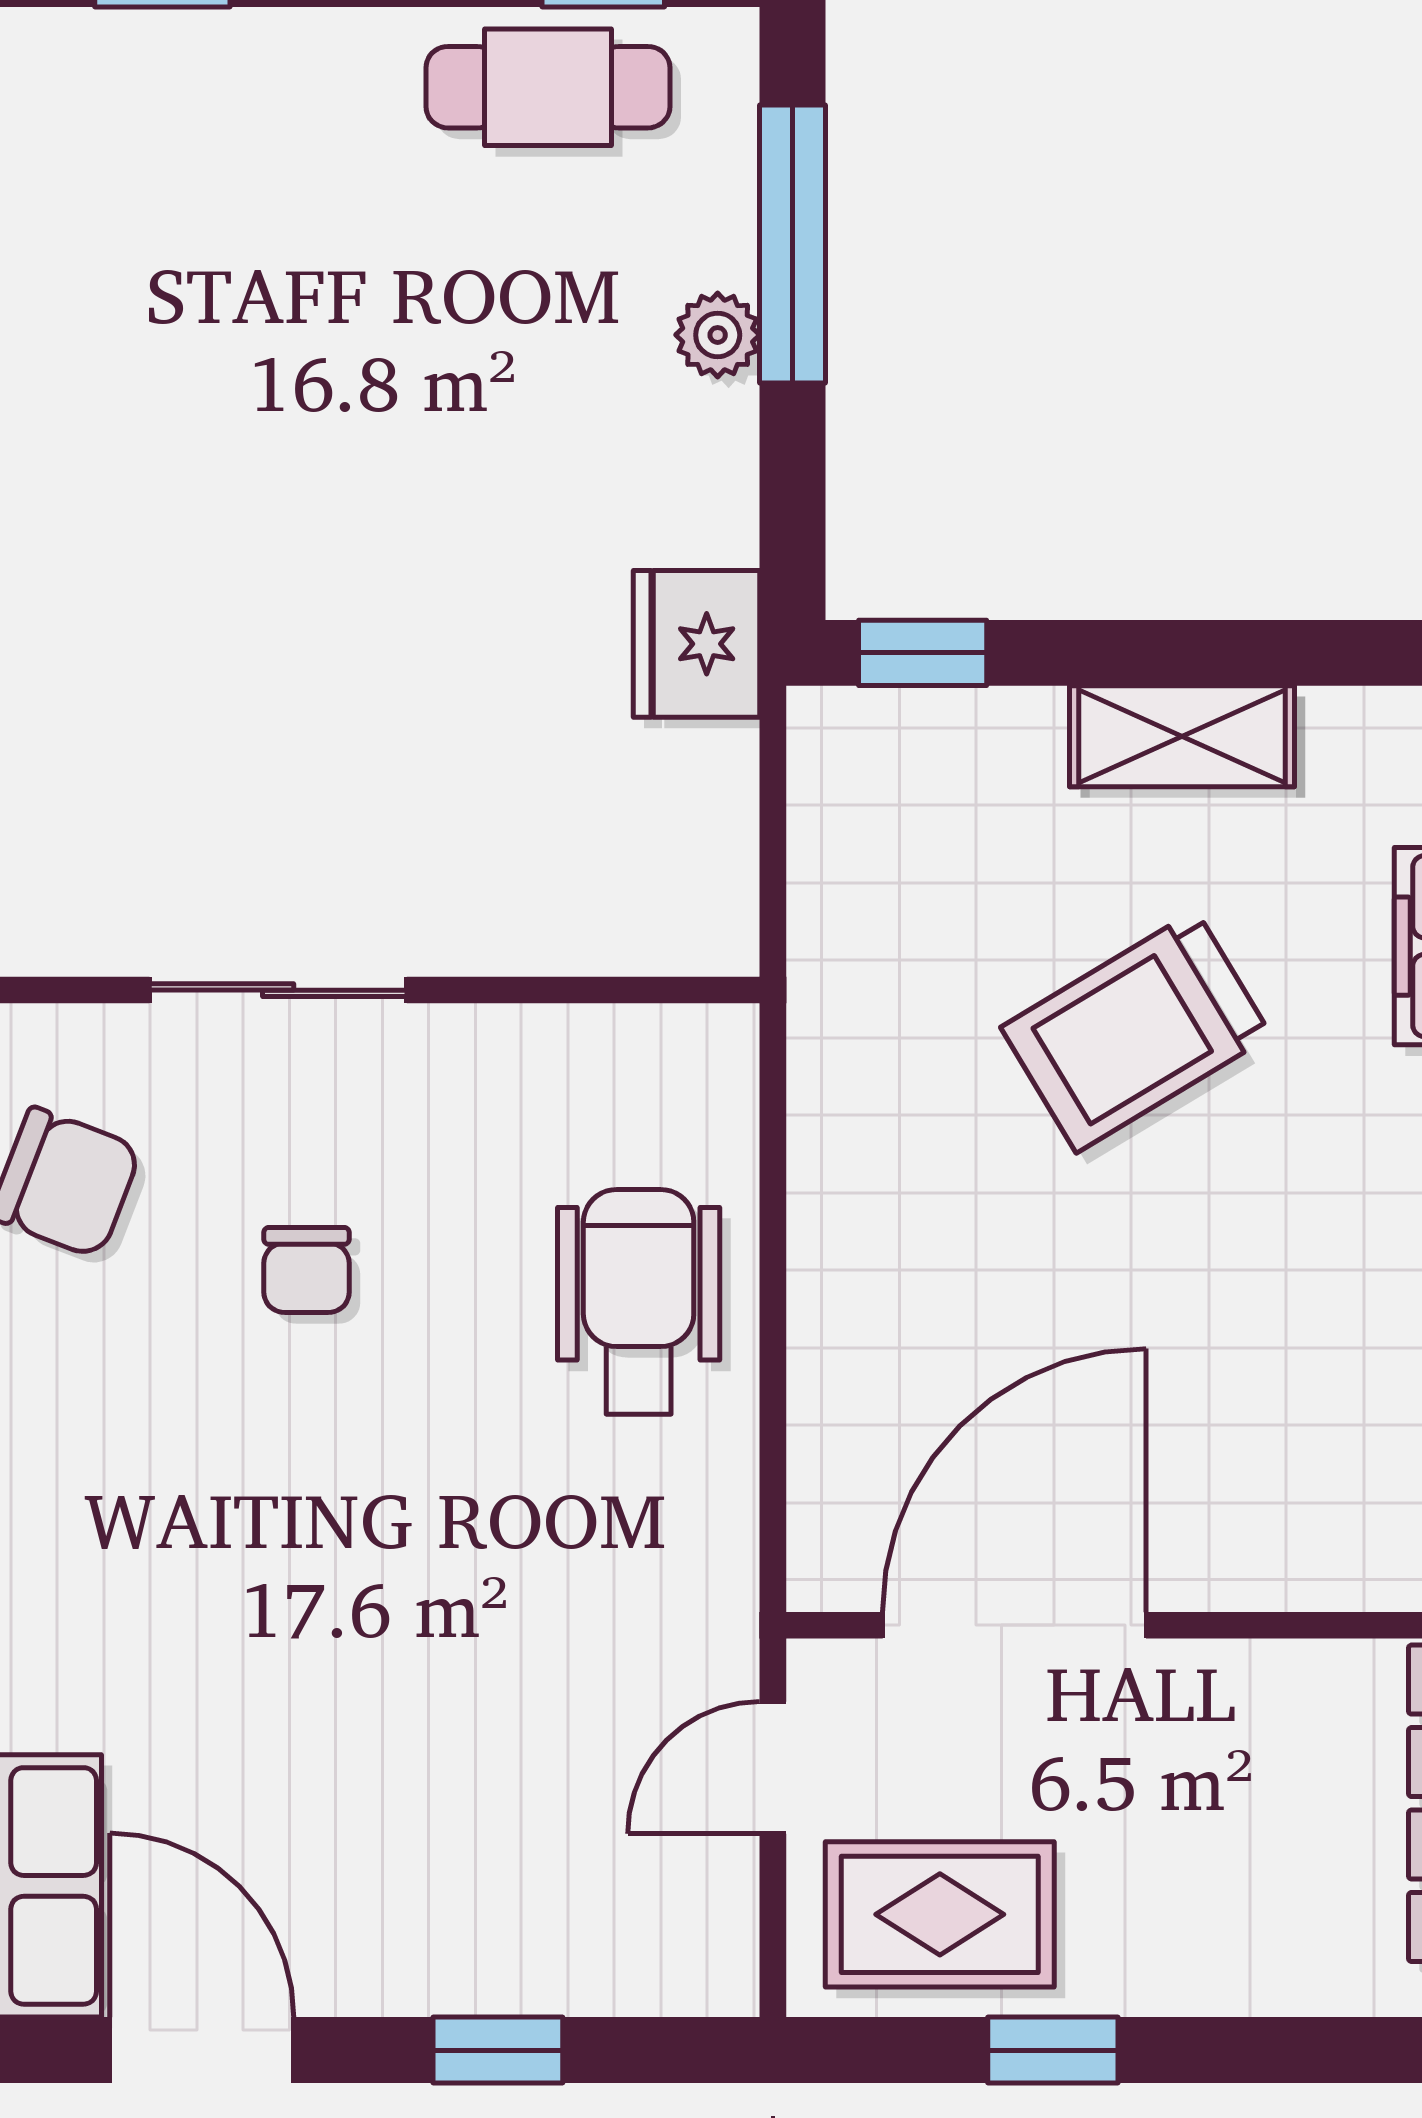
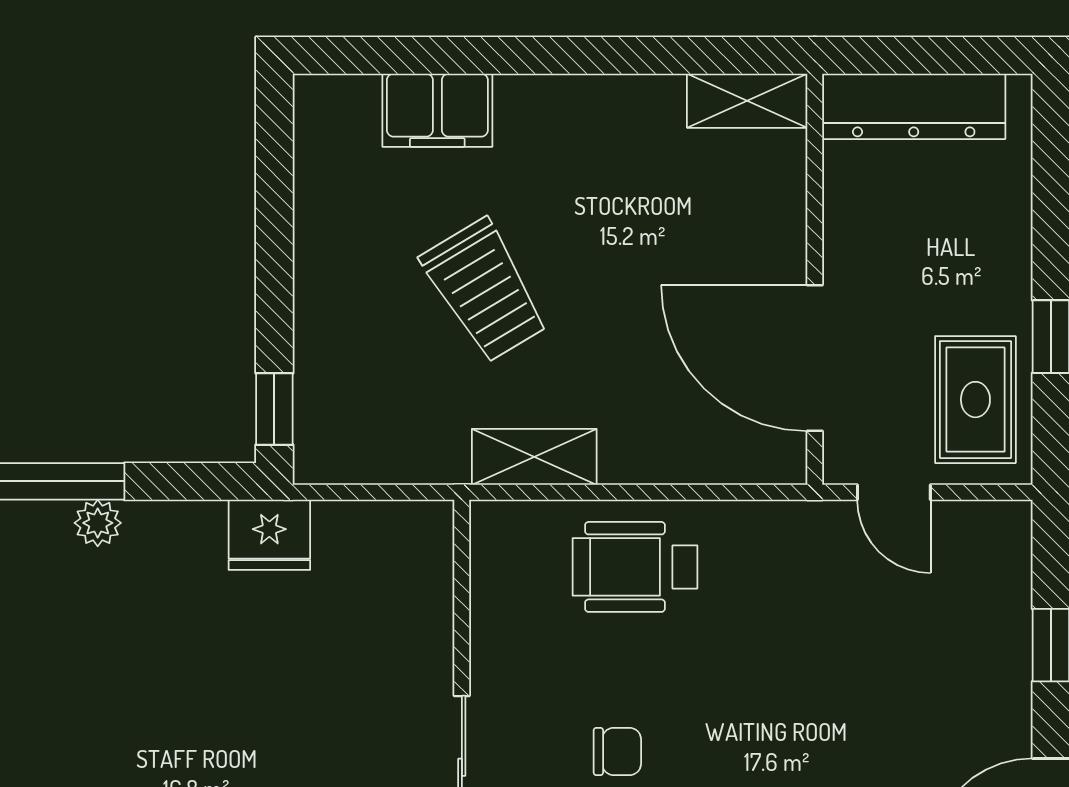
shelving: (1182, 736) -> (534, 457), moved, turned 90

